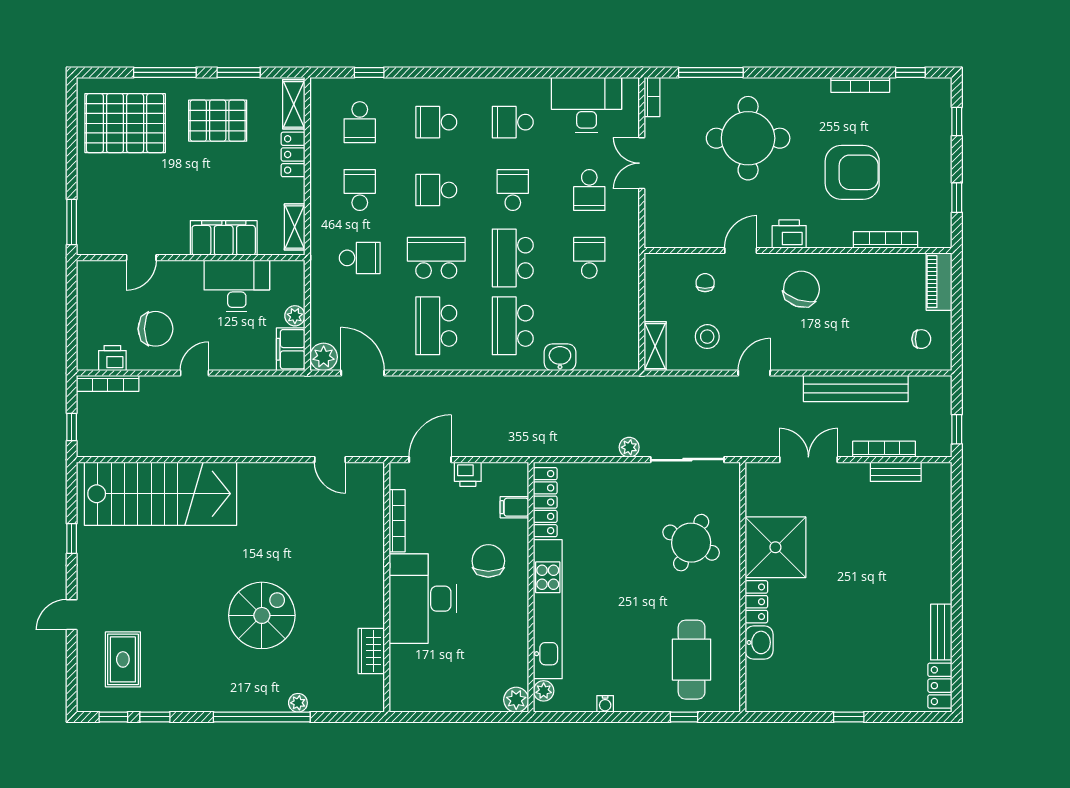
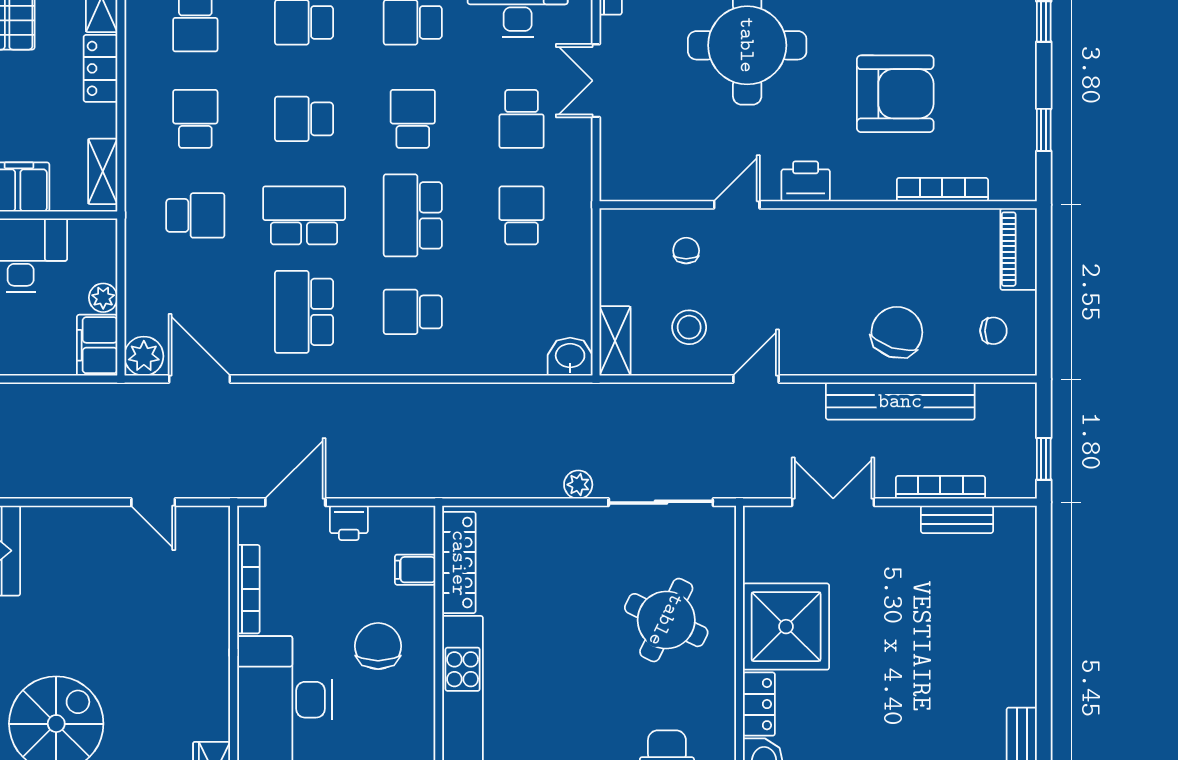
chair: (801, 289) -> (897, 332), moved
school desk: (513, 326) -> (413, 312), width x0.54
washbasin: (560, 357) -> (570, 357), moved

